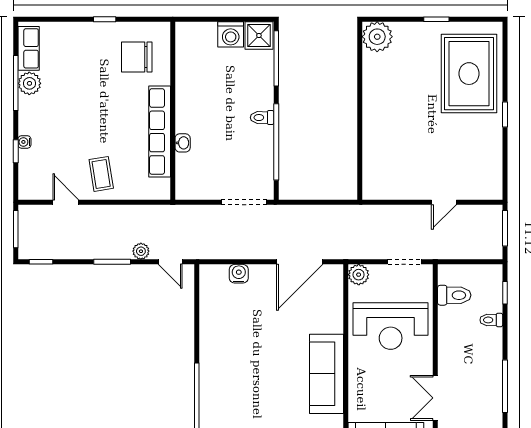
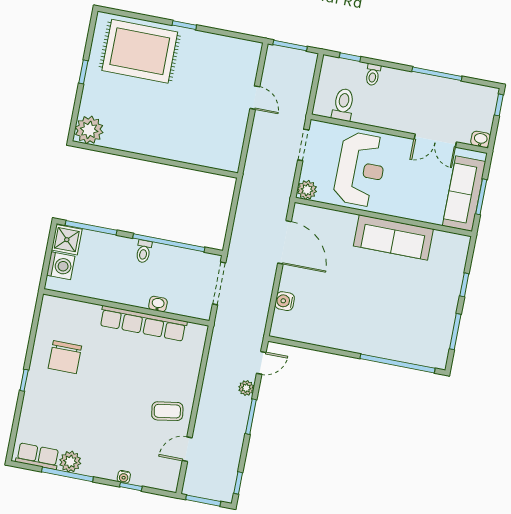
wall: (173, 111) -> (126, 307), moved
row of seats: (160, 131) -> (143, 323), moved
washbasin: (183, 143) -> (158, 304), moved

